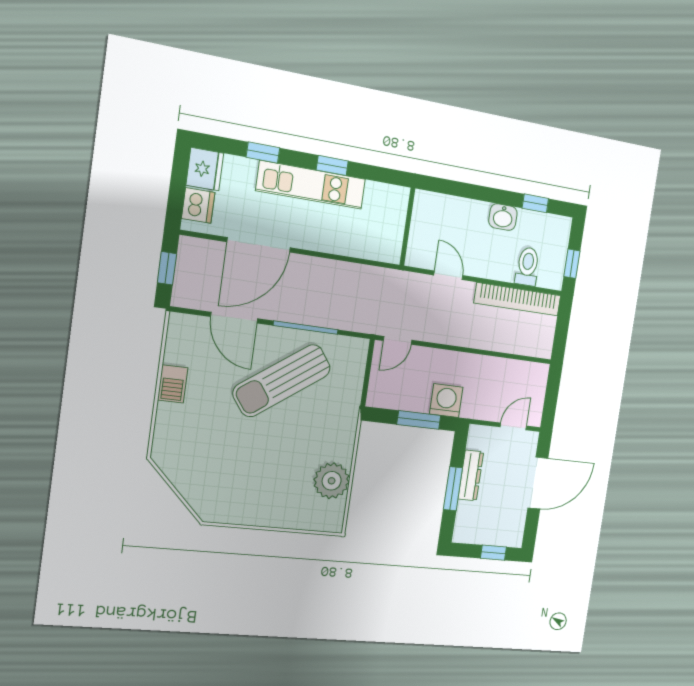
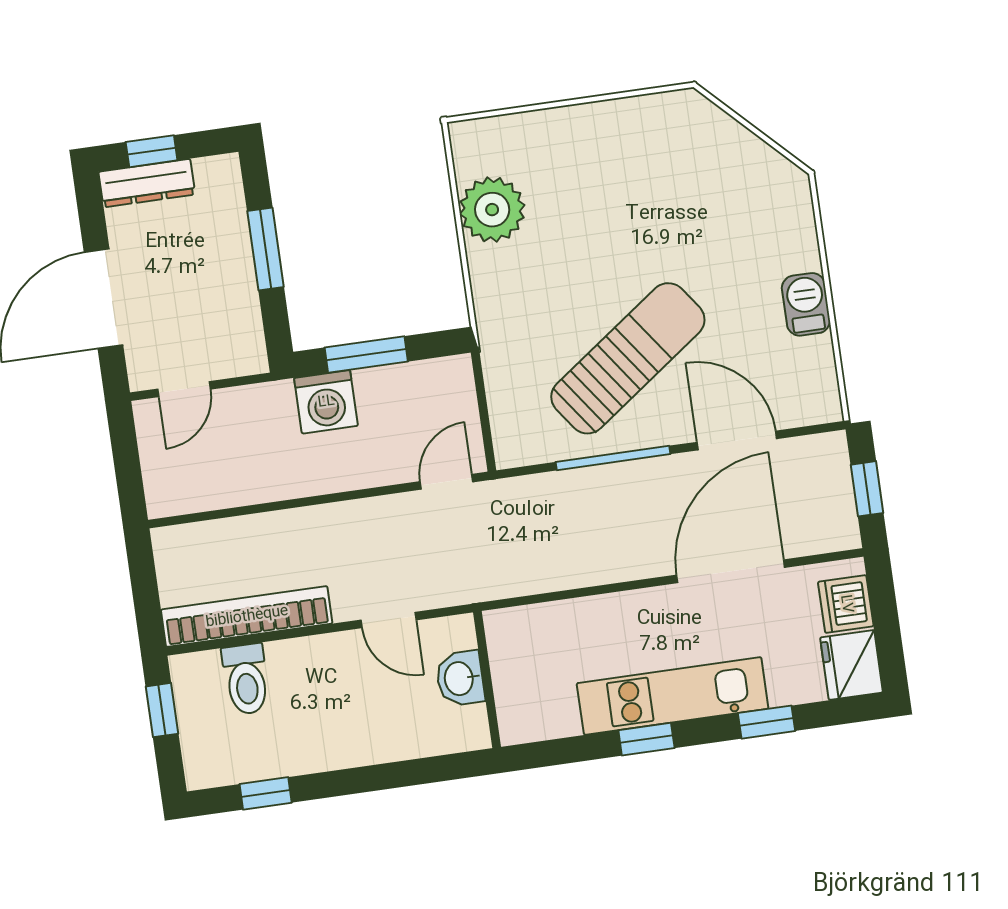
washbasin: (503, 217) -> (460, 678), moved, turned -90
dresser: (471, 475) -> (147, 183), moved, turned -90

